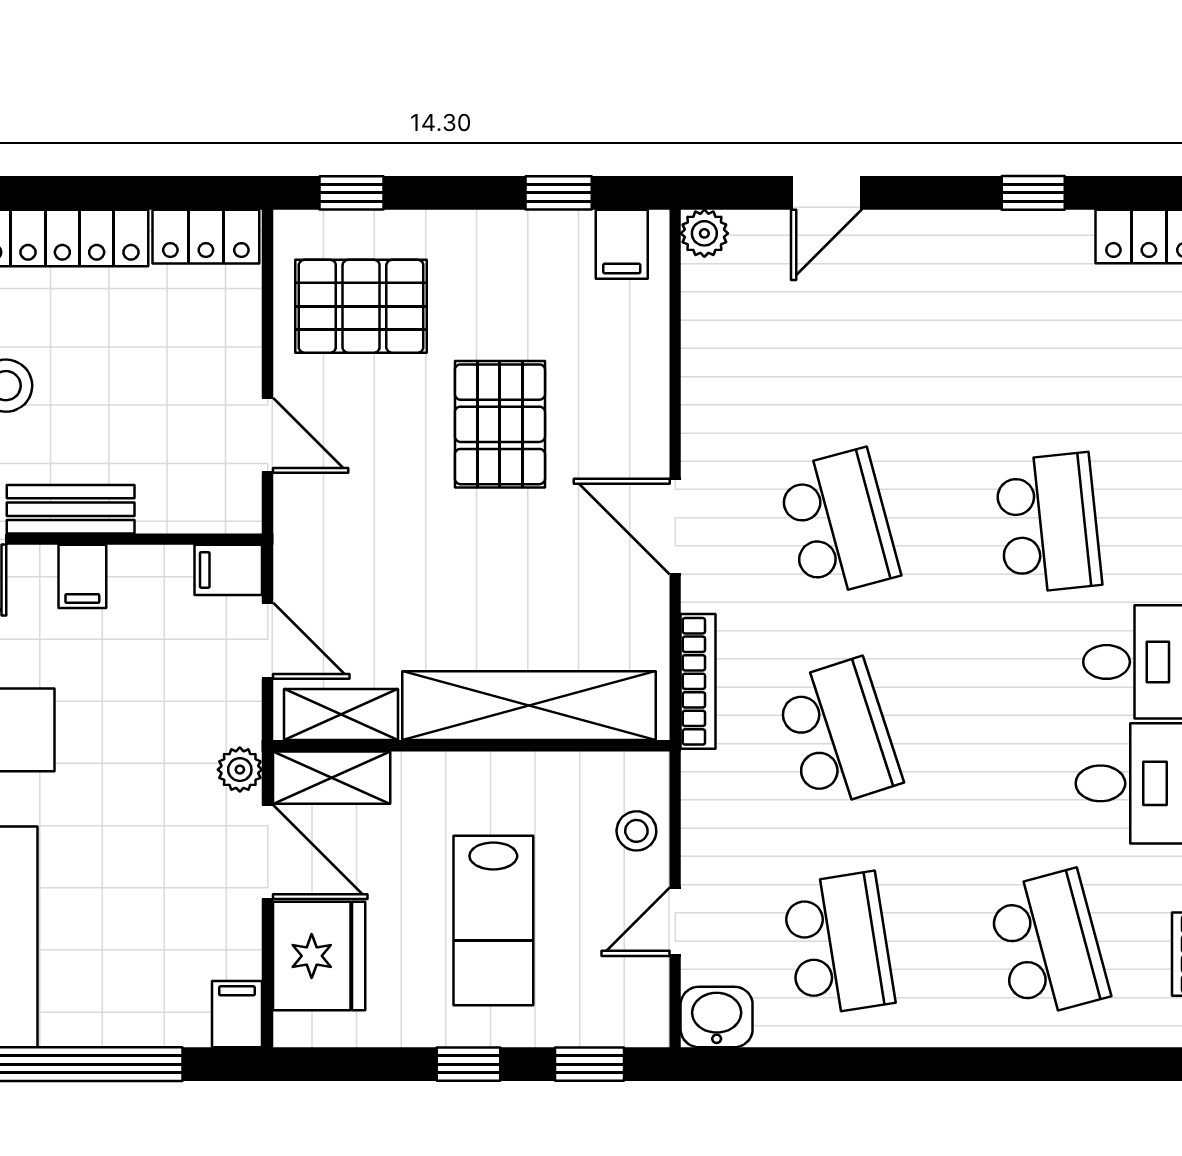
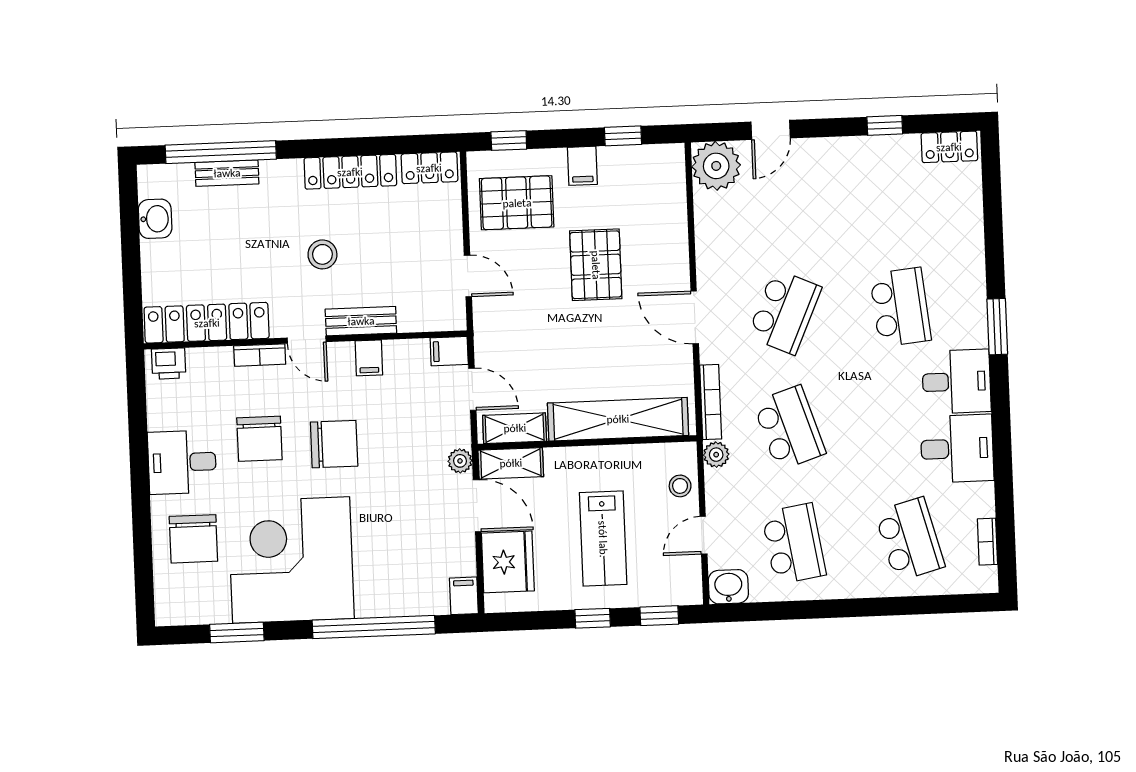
plant: (704, 233) -> (716, 166), width x1.87, depth x1.87
filing cabinet: (622, 244) -> (582, 166), moved
school desk: (838, 523) -> (784, 312), turned 39
plant: (704, 777) -> (716, 455), added

